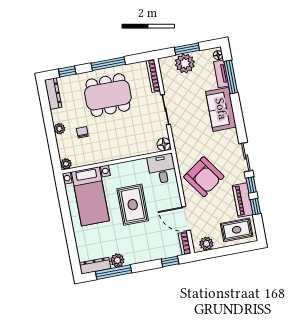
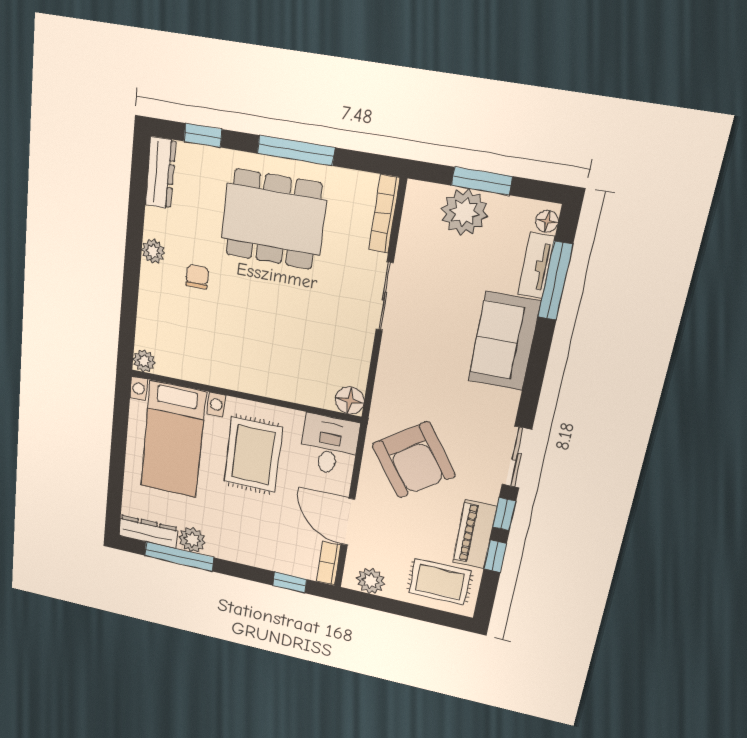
floor lamp: (164, 144) -> (350, 400), moved
wall: (117, 162) -> (244, 396), moved
plant: (66, 164) -> (144, 361), moved
desk: (162, 169) -> (329, 445), moved
bed with nightstands: (90, 196) -> (173, 439), moved

